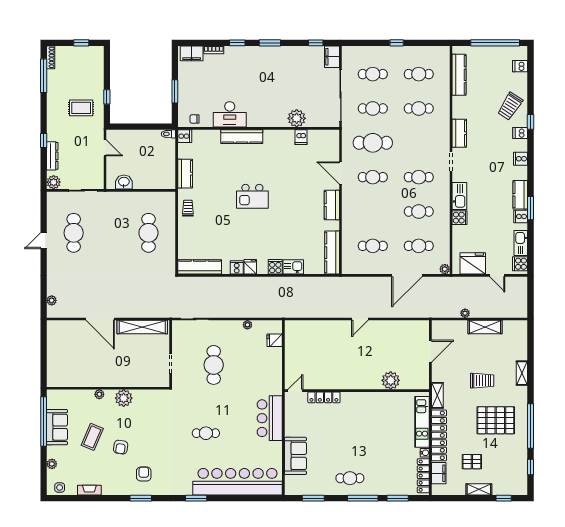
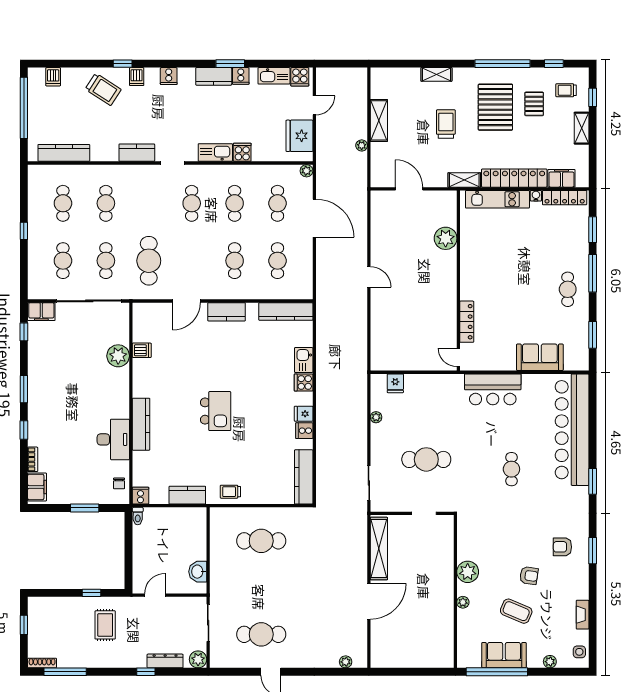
cafe table: (373, 177) -> (235, 261), moved
pallet: (472, 462) -> (534, 104), moved
trolley: (509, 477) -> (566, 90), added

